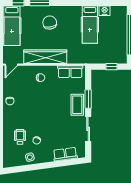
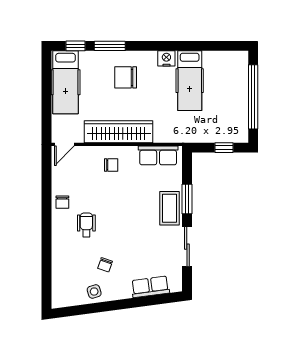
nightstand: (105, 11) -> (166, 58), moved
chair: (50, 23) -> (126, 77), turned -81
wheelchair: (20, 137) -> (86, 225), moved

